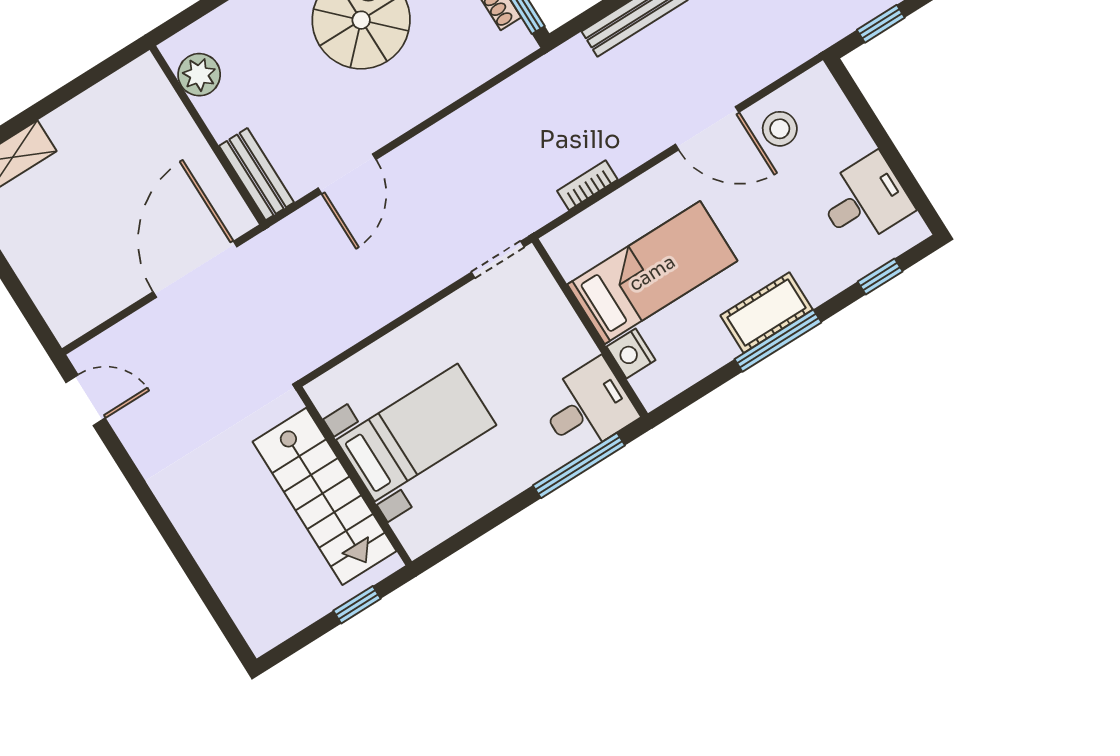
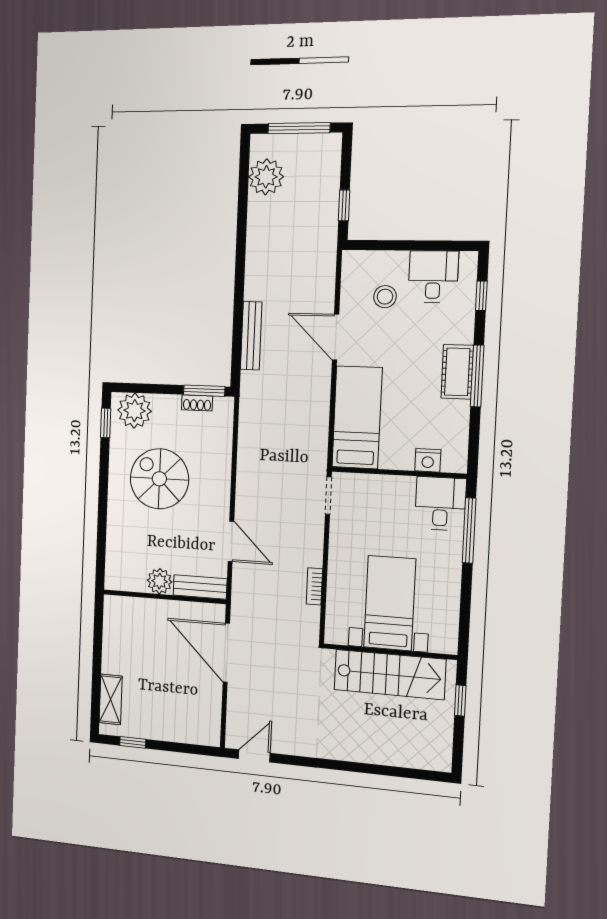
plant: (199, 75) -> (160, 581), moved
door: (707, 128) -> (336, 337), swing flipped
stool: (780, 129) -> (385, 297), moved
bookcase: (587, 185) -> (314, 586), moved
bed: (652, 273) -> (357, 417), moved

